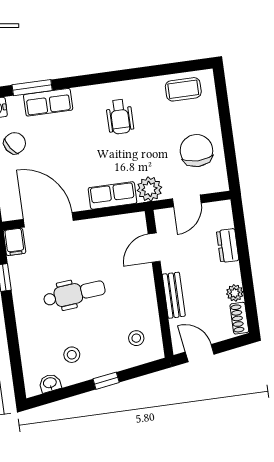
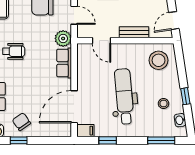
dental chair: (74, 294) -> (124, 96), width x1.36, depth x1.38
stool: (136, 338) -> (159, 60), width x1.89, depth x1.89
window: (15, 359) -> (161, 140), added
window: (106, 381) -> (185, 96), moved

